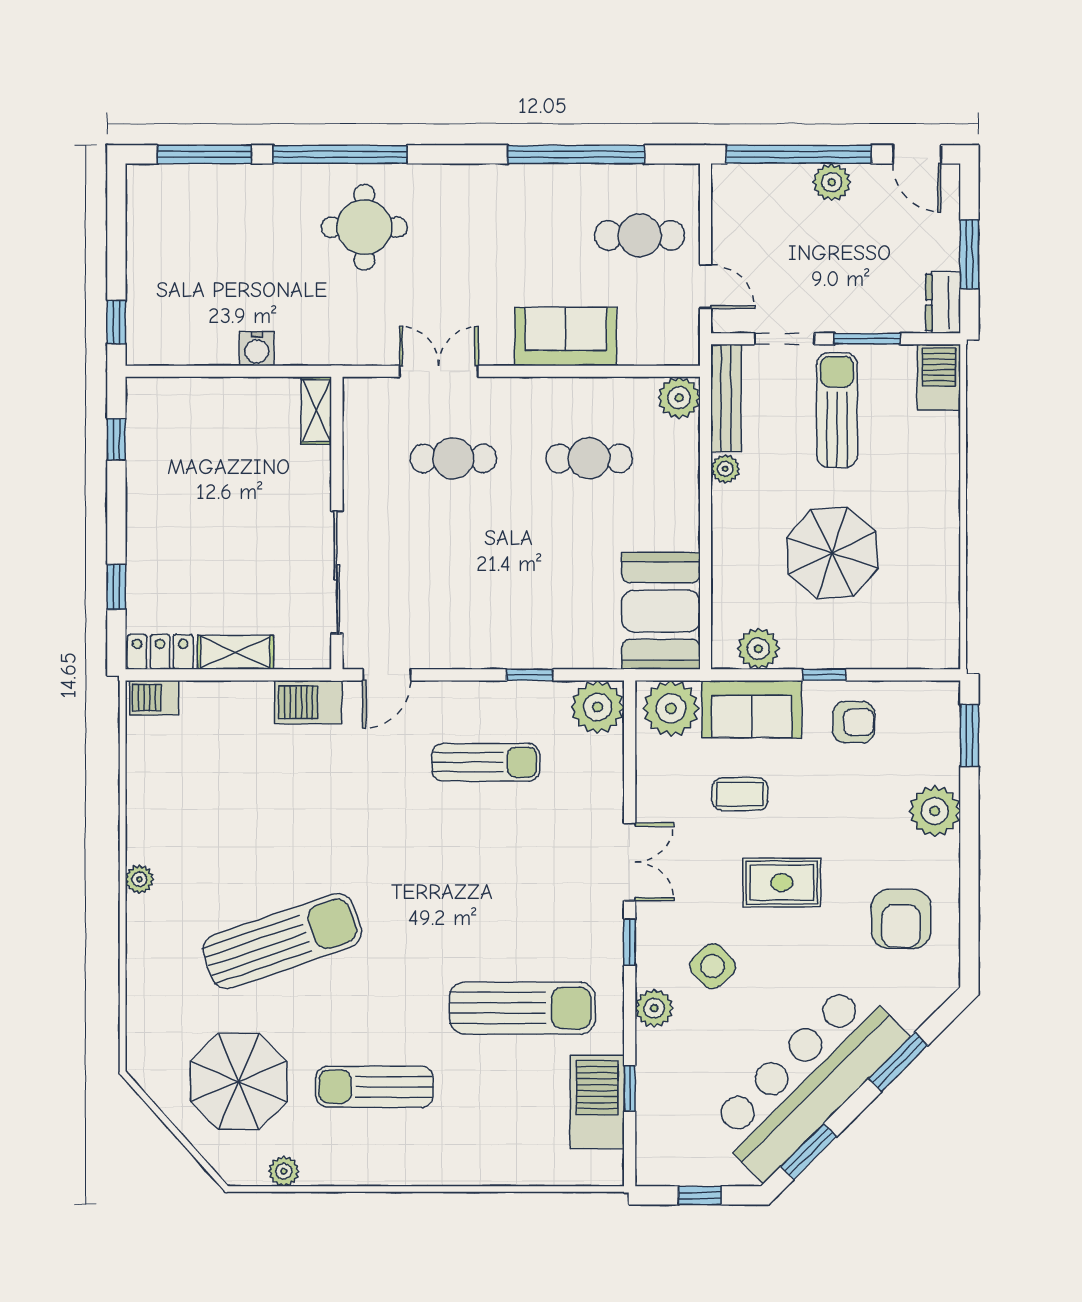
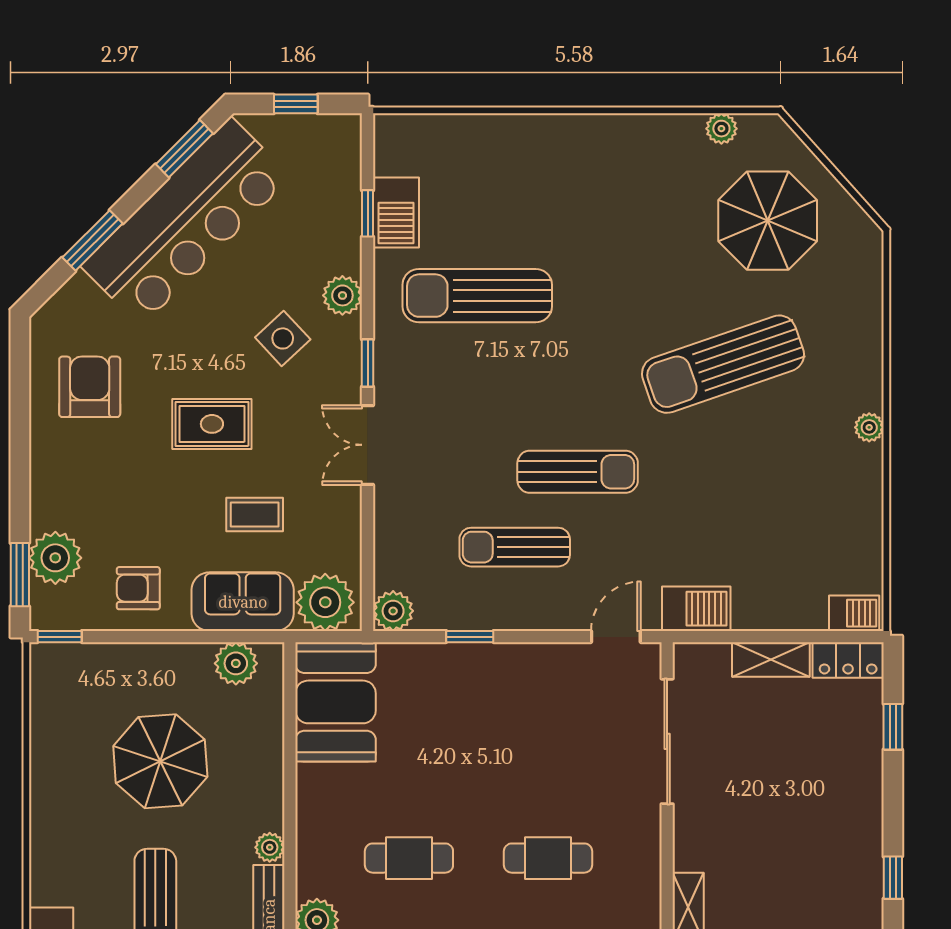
window: (824, 675) -> (60, 637), moved
plant: (598, 707) -> (393, 611), width x0.73, depth x0.73
plant: (935, 811) -> (55, 558), moved
sun lounger: (374, 1087) -> (578, 472), moved
barbecue: (597, 1102) -> (396, 213), width x0.73, depth x0.83

